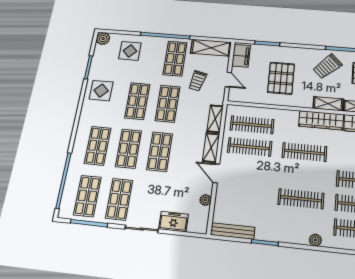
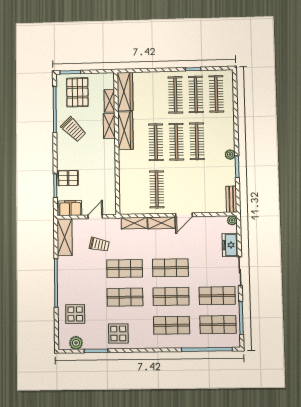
plant: (103, 39) -> (76, 343), moved
shop shelf: (175, 58) -> (79, 269), removed
pallet: (281, 78) -> (68, 178), moved, width x0.67, depth x0.71
clothes rail: (252, 125) -> (176, 142), moved
plant: (205, 200) -> (232, 220), moved
bench: (233, 231) -> (231, 199), width x0.73
plant: (315, 240) -> (230, 155), moved

